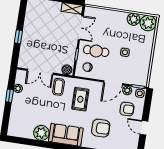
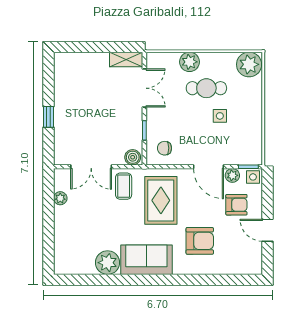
plant: (134, 19) -> (190, 62), moved
cafe table: (96, 51) -> (206, 88), moved
door: (113, 83) -> (209, 167), hinge flipped
window: (9, 96) -> (48, 212), removed
rug: (80, 99) -> (161, 200), width x1.36, depth x1.43

